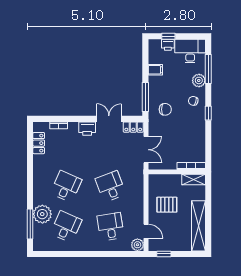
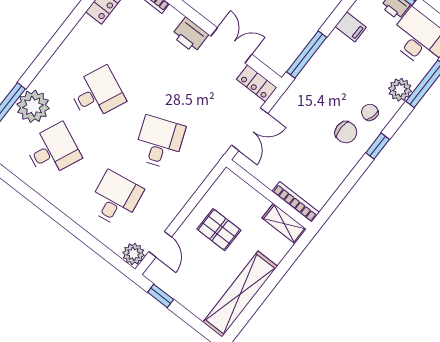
chair: (165, 109) -> (346, 132), moved

